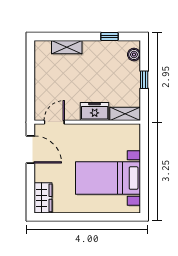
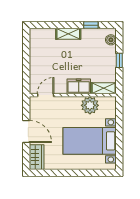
shelving: (67, 47) -> (68, 34), moved
plant: (108, 135) -> (90, 105), added
door: (30, 149) -> (26, 131), moved

